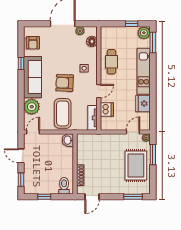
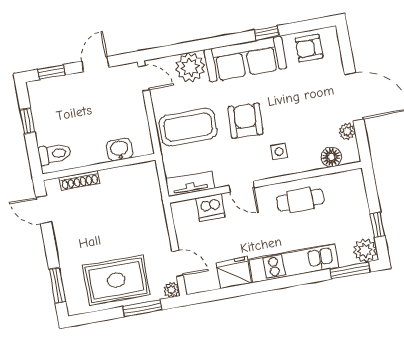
washbasin: (68, 140) -> (119, 149), moved

